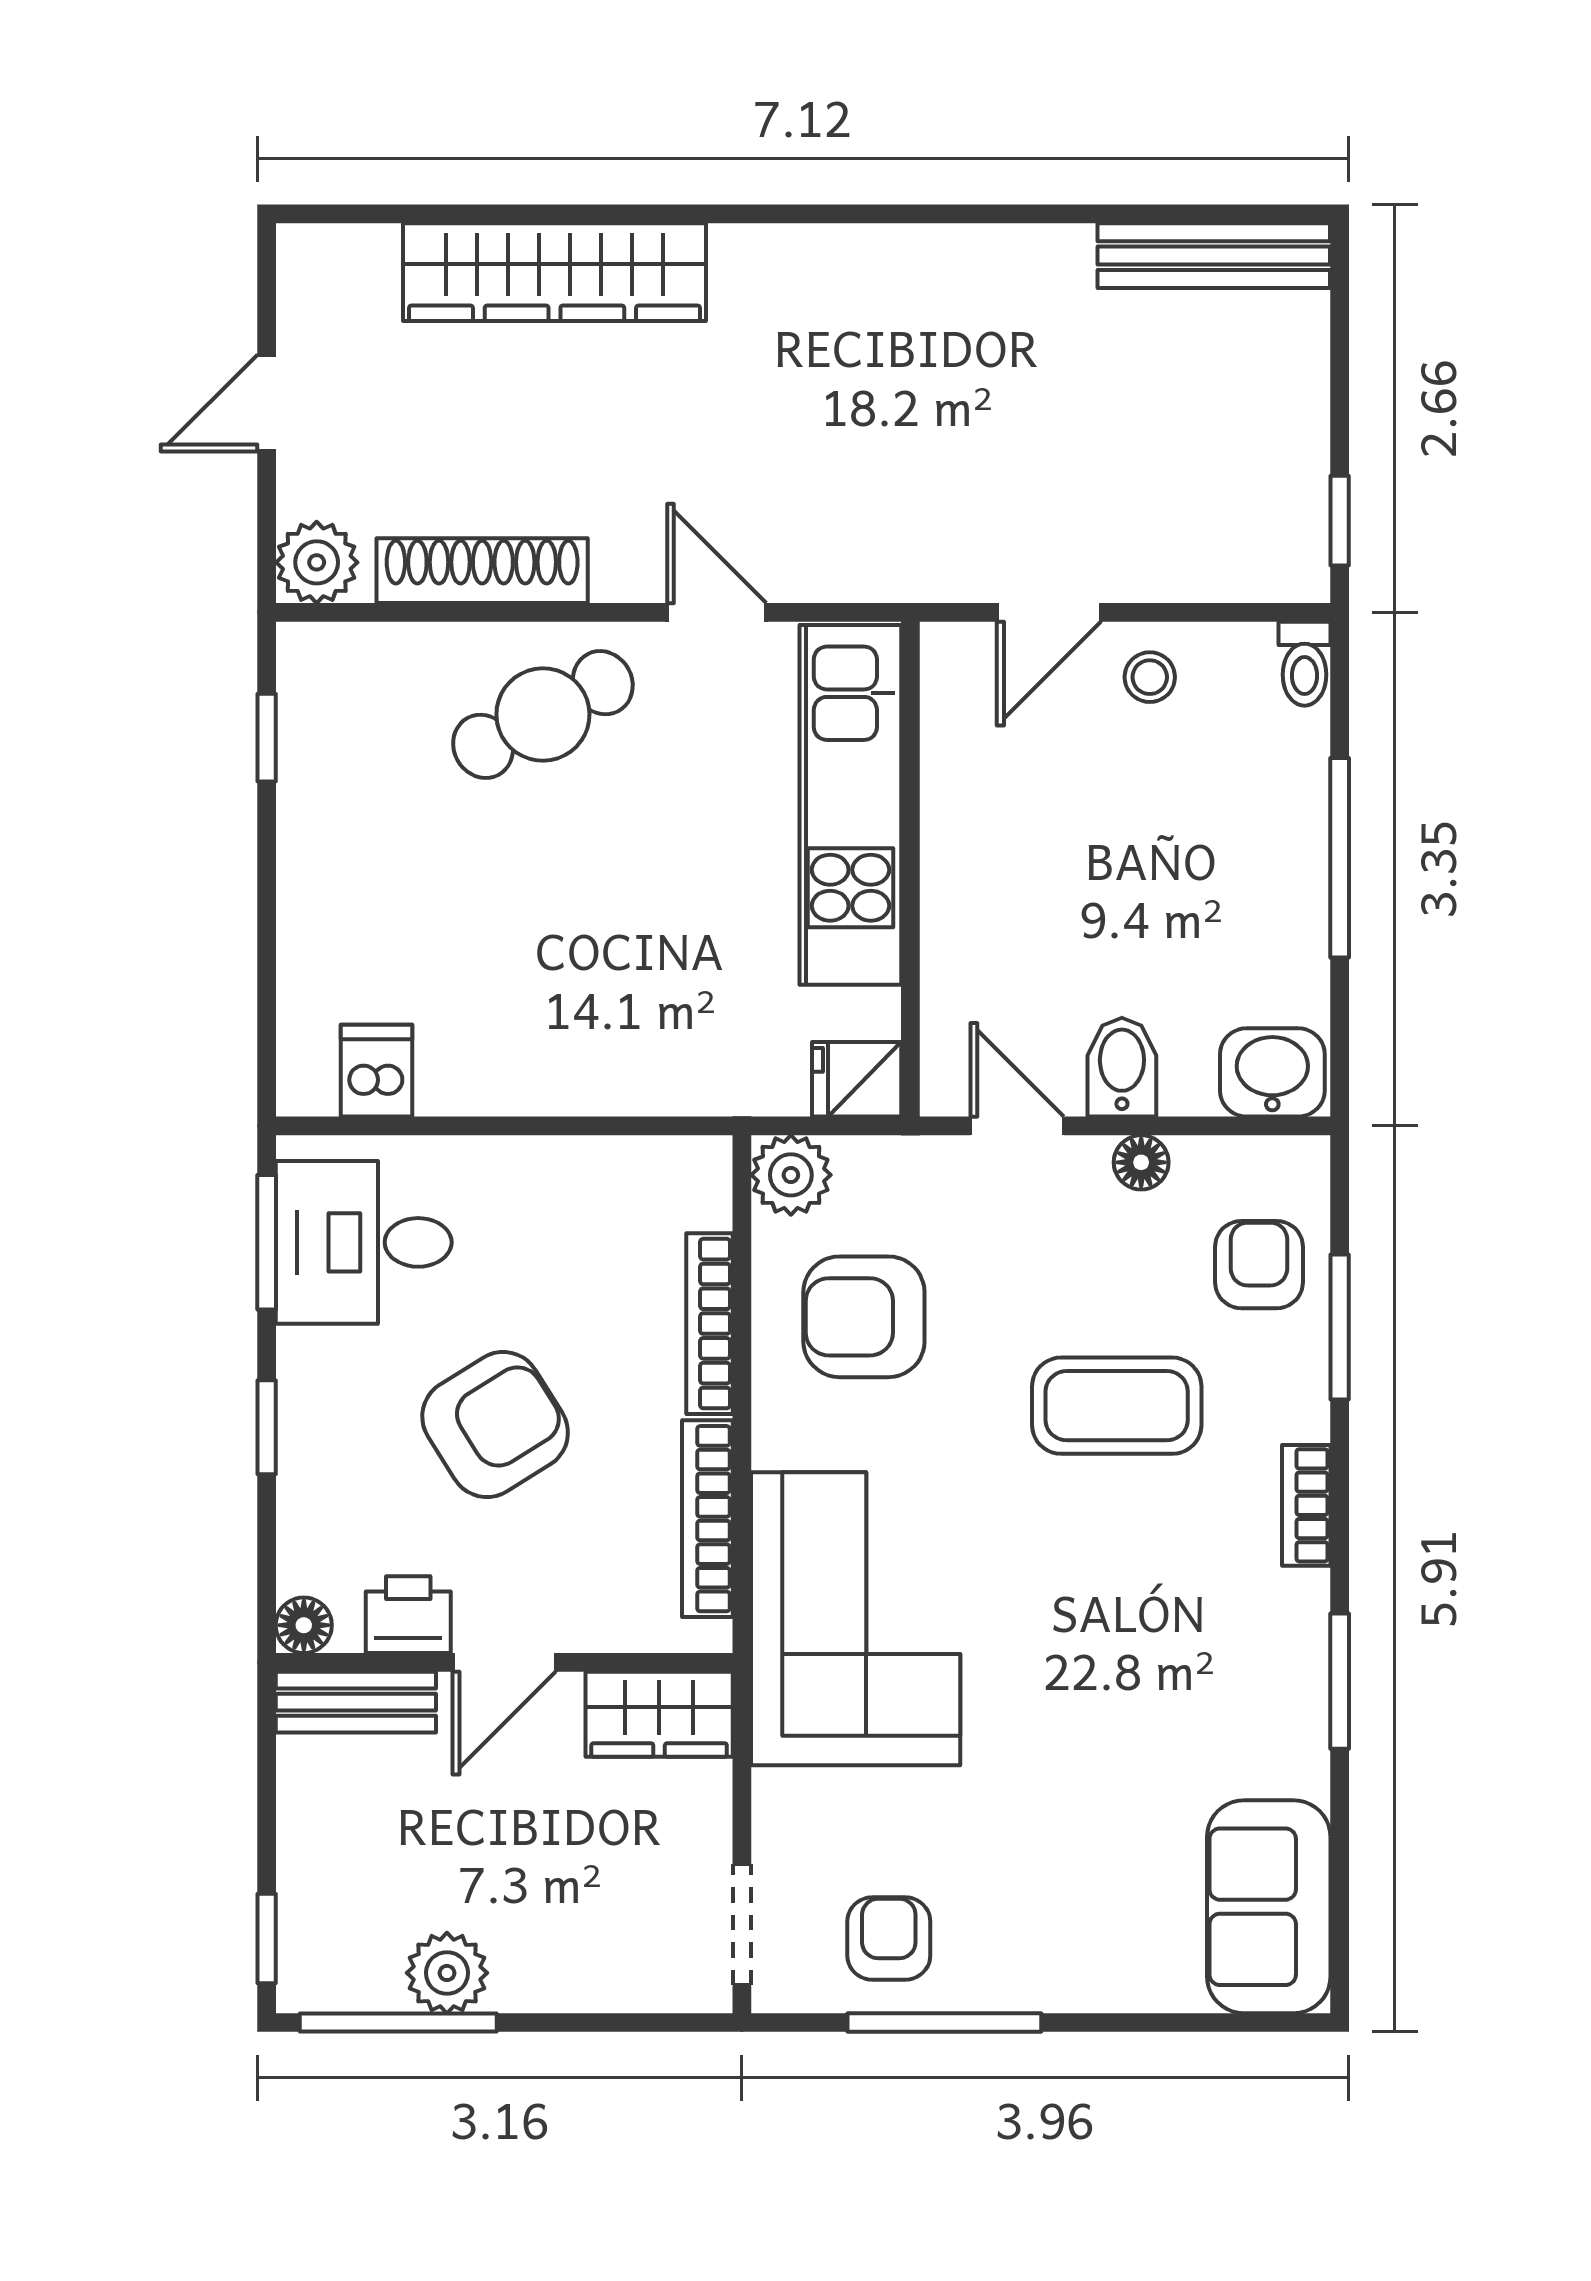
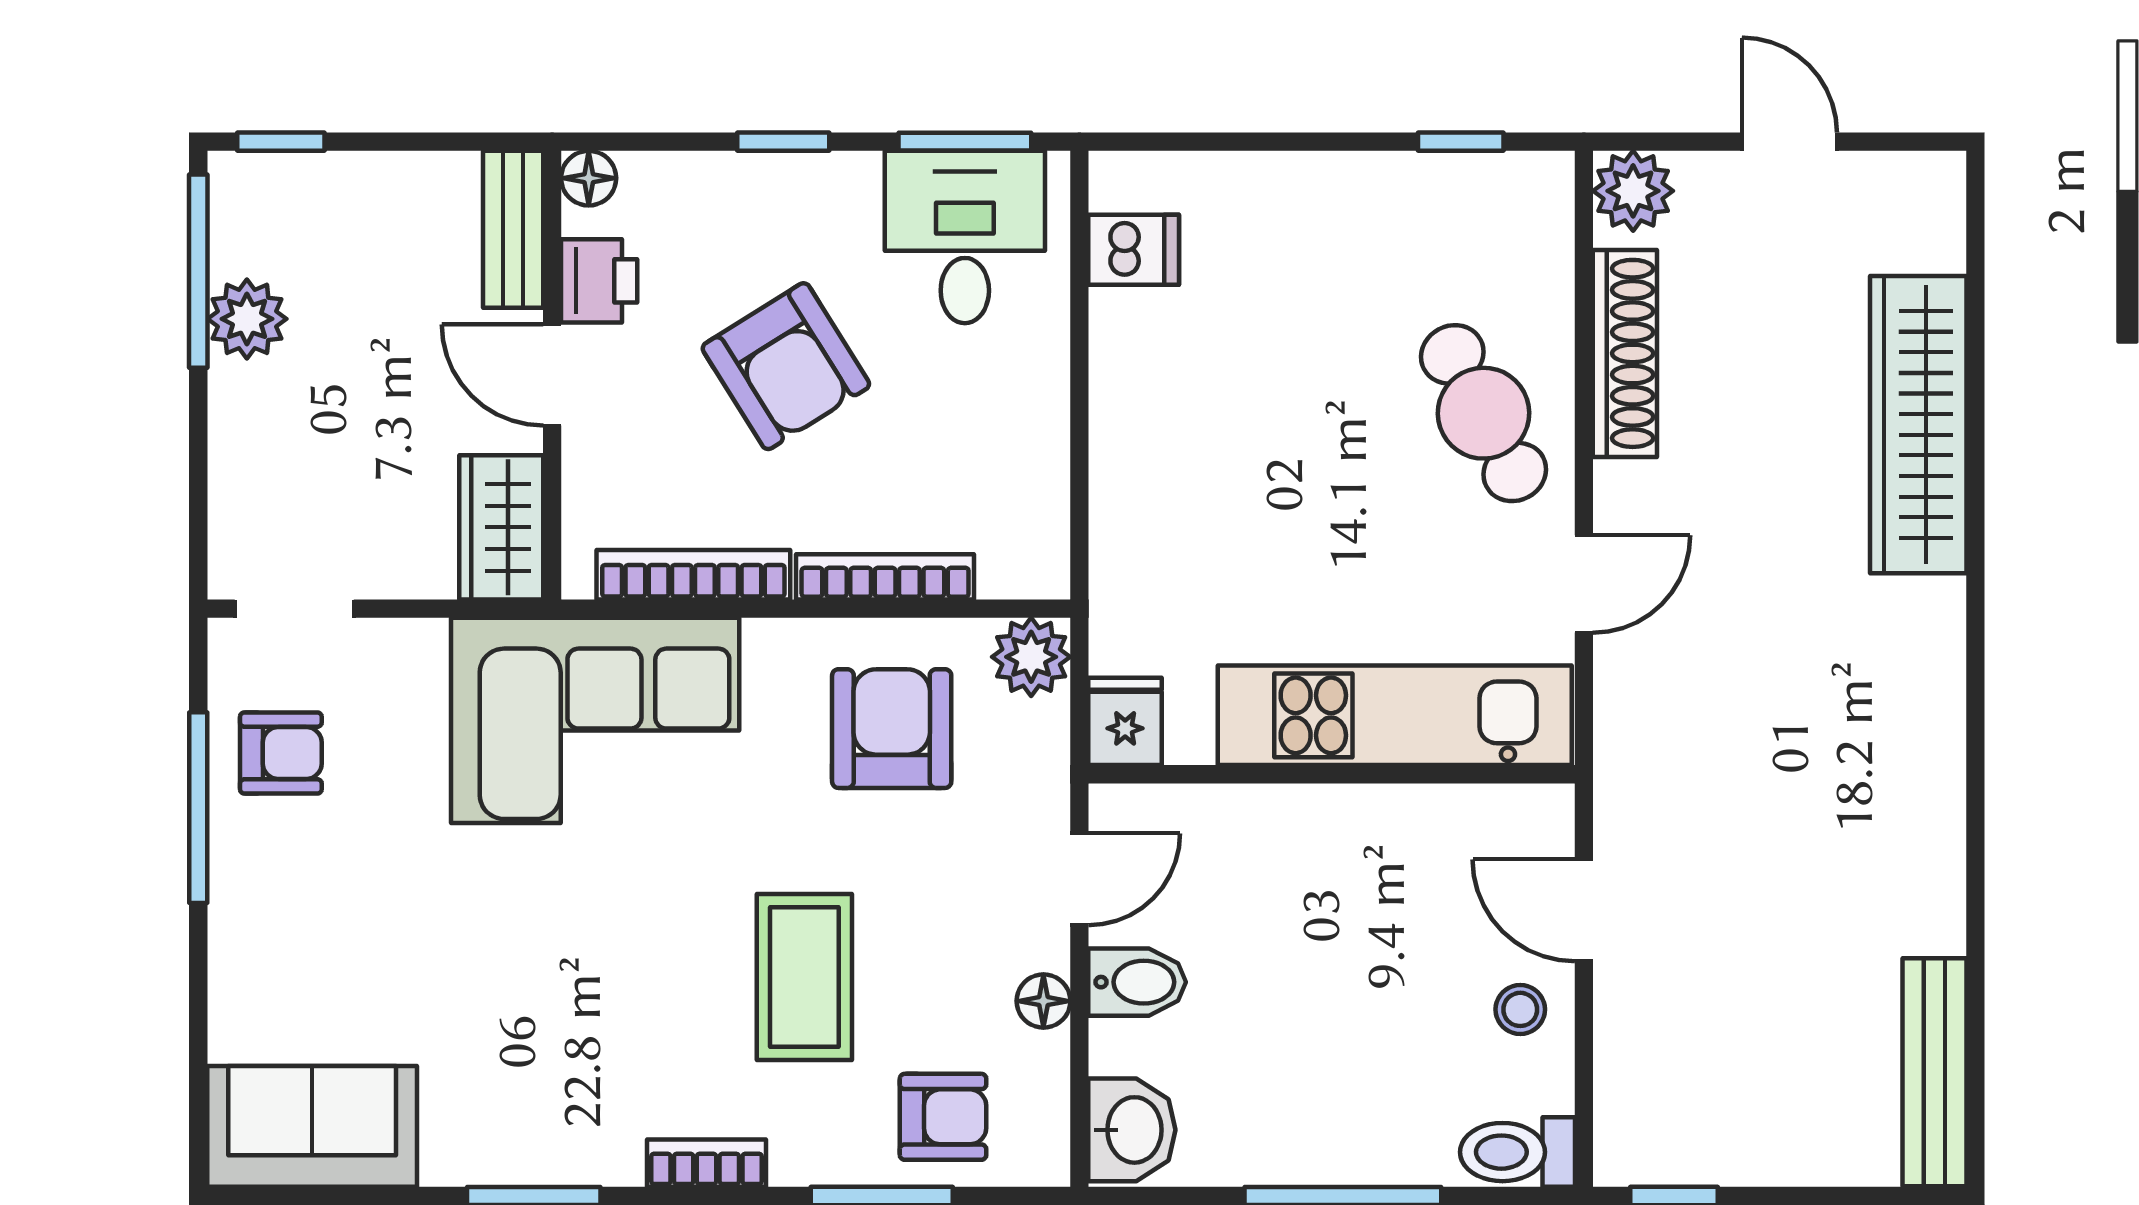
toilet: (1305, 664) -> (1517, 1152), width x1.37, depth x1.39

